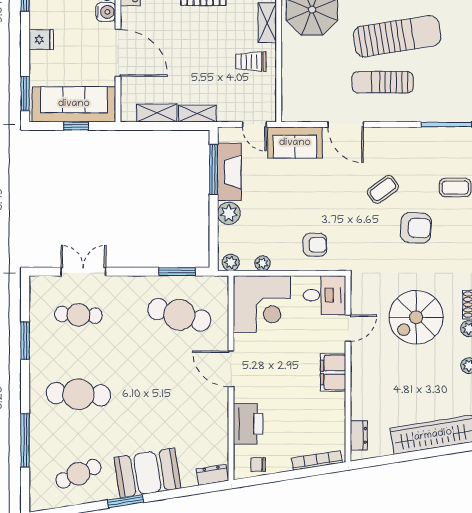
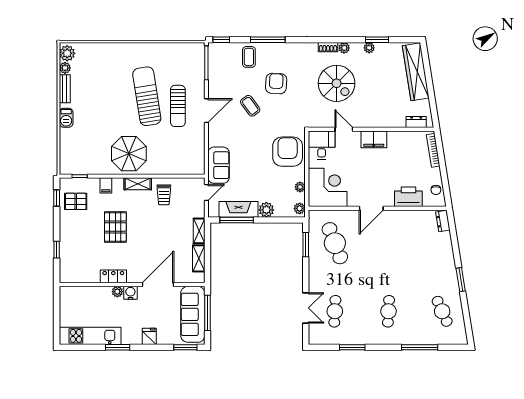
door: (346, 124) -> (206, 111), moved
window: (76, 126) -> (207, 313), width x2.17
armchair: (315, 245) -> (288, 152), width x1.88, depth x1.88
double door: (83, 272) -> (306, 308), swing flipped
cafe table: (179, 315) -> (335, 243), turned -36
cafe table: (78, 394) -> (388, 311), width x0.73, depth x0.74
booth: (147, 473) -> (442, 265), removed

